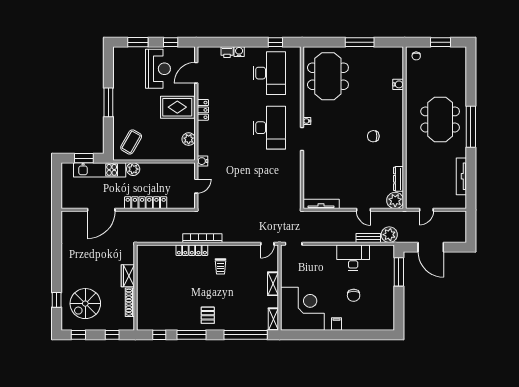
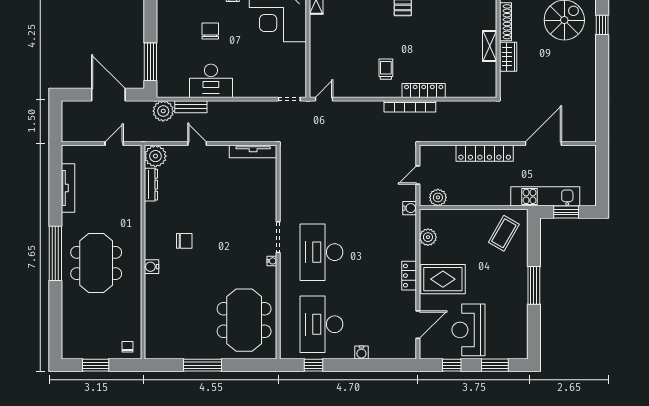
printer: (227, 52) -> (377, 352), removed
water cooler: (398, 84) -> (152, 267), moved
plant: (133, 169) -> (438, 197), moved
shelving: (273, 284) -> (490, 46), moved

